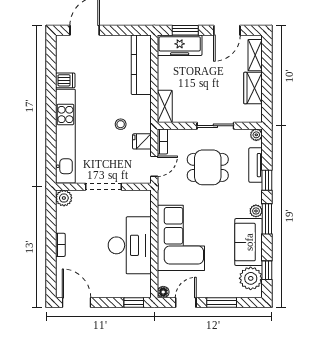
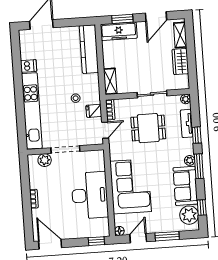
plant: (64, 198) -> (45, 160), moved

